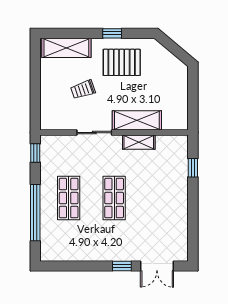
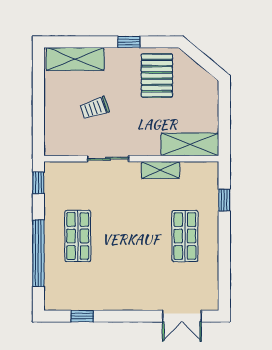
pallet: (122, 62) -> (157, 76), moved, turned 90
shelving: (137, 120) -> (190, 144), moved
shop shelf: (114, 198) -> (185, 236), moved
window: (122, 266) -> (82, 316), moved

